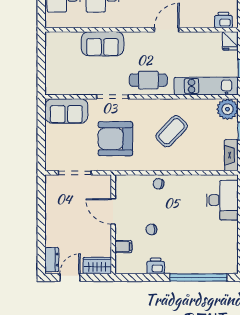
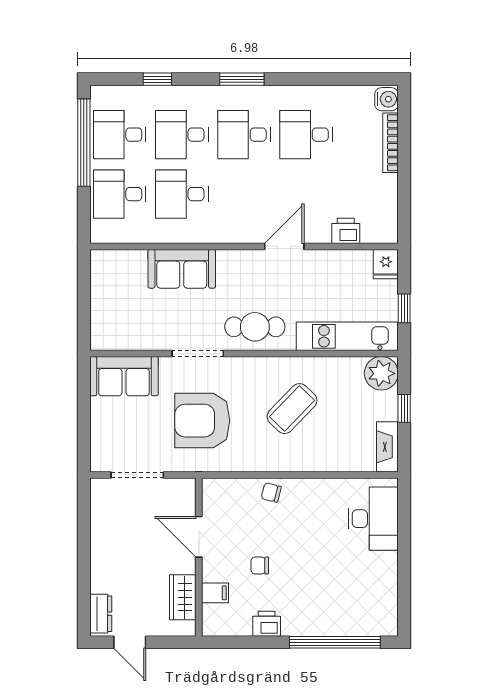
printer: (223, 20) -> (346, 231), moved
wardrobe: (97, 266) -> (183, 597), moved, turned -90
door: (70, 277) -> (130, 642), swing flipped

